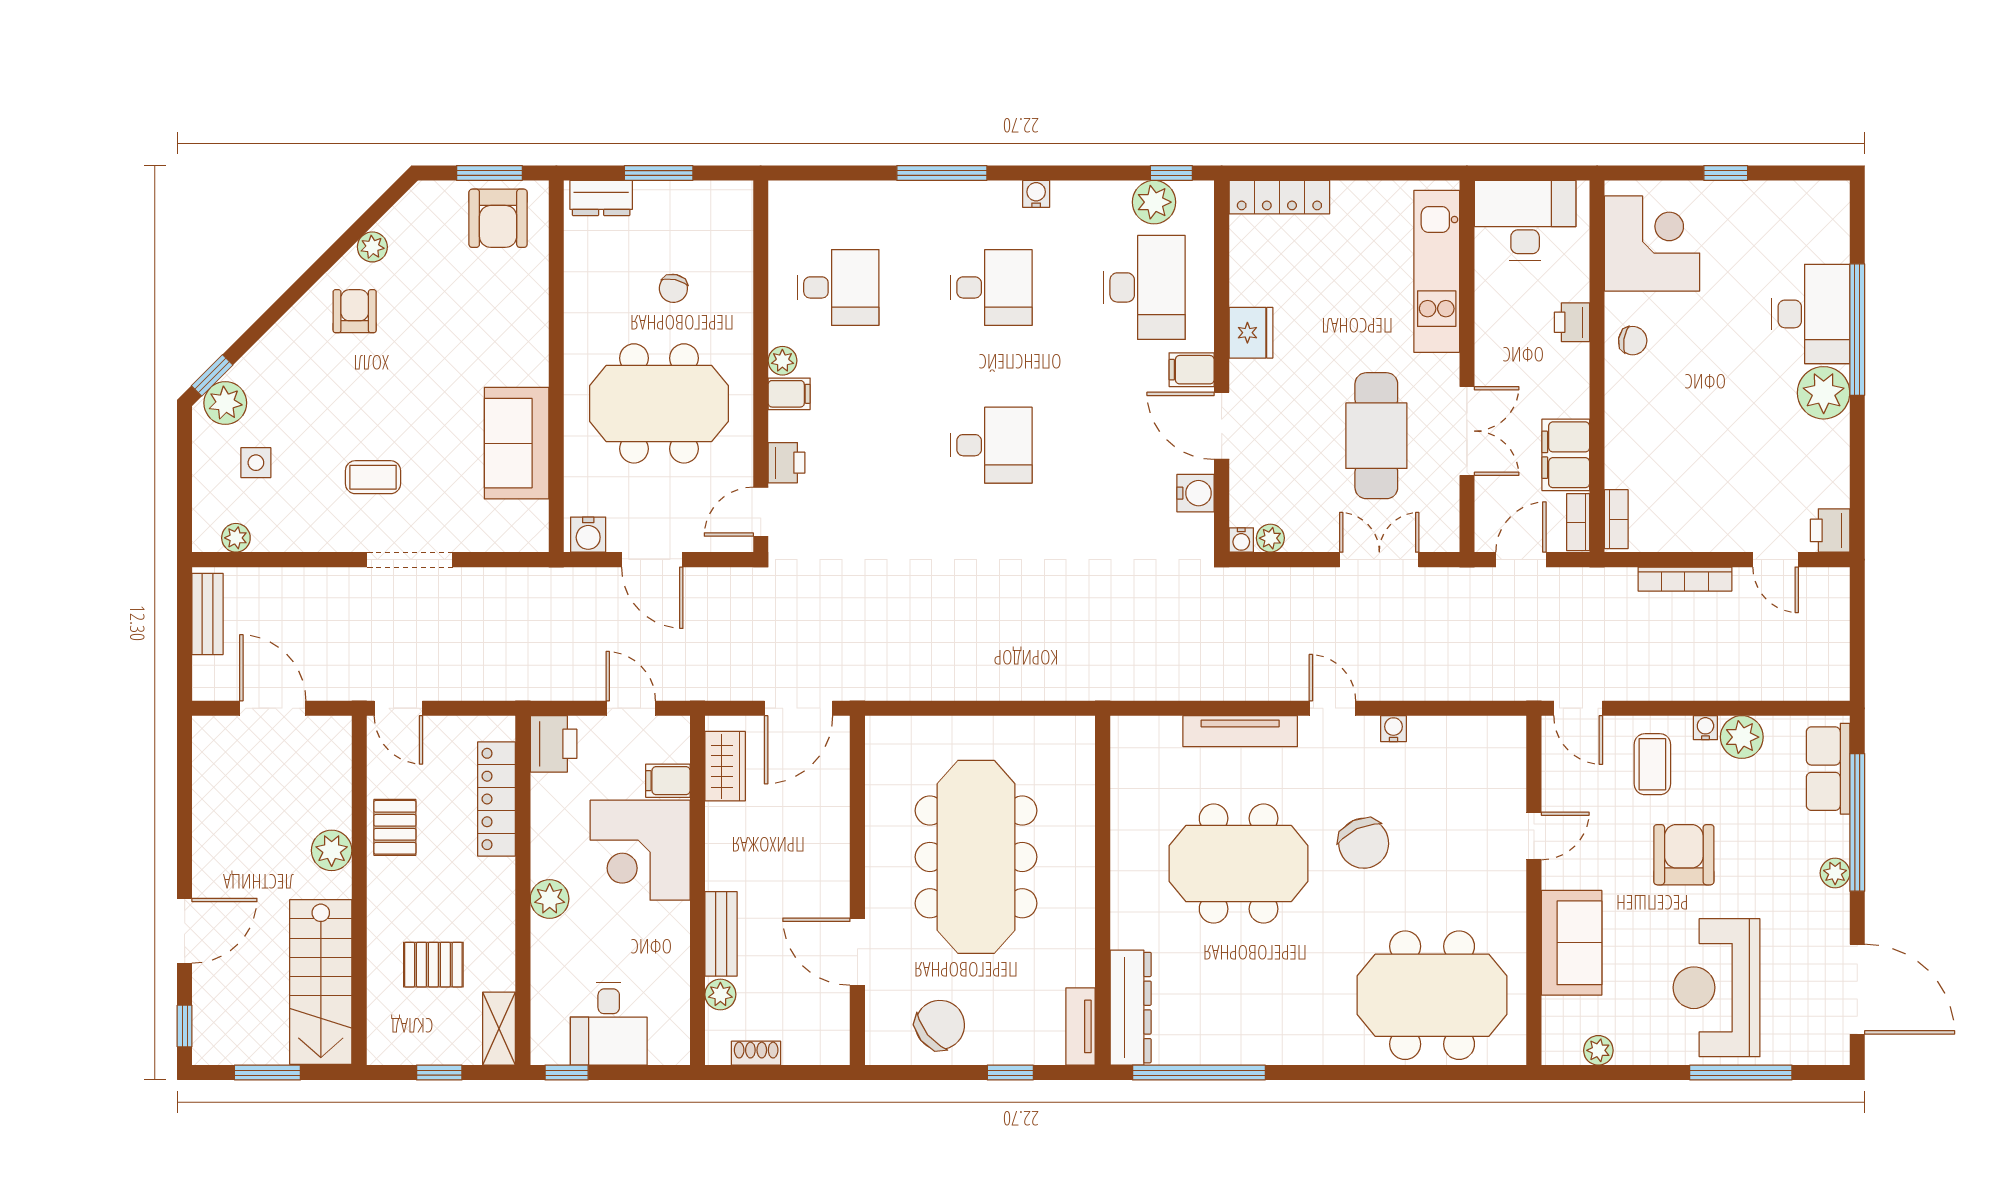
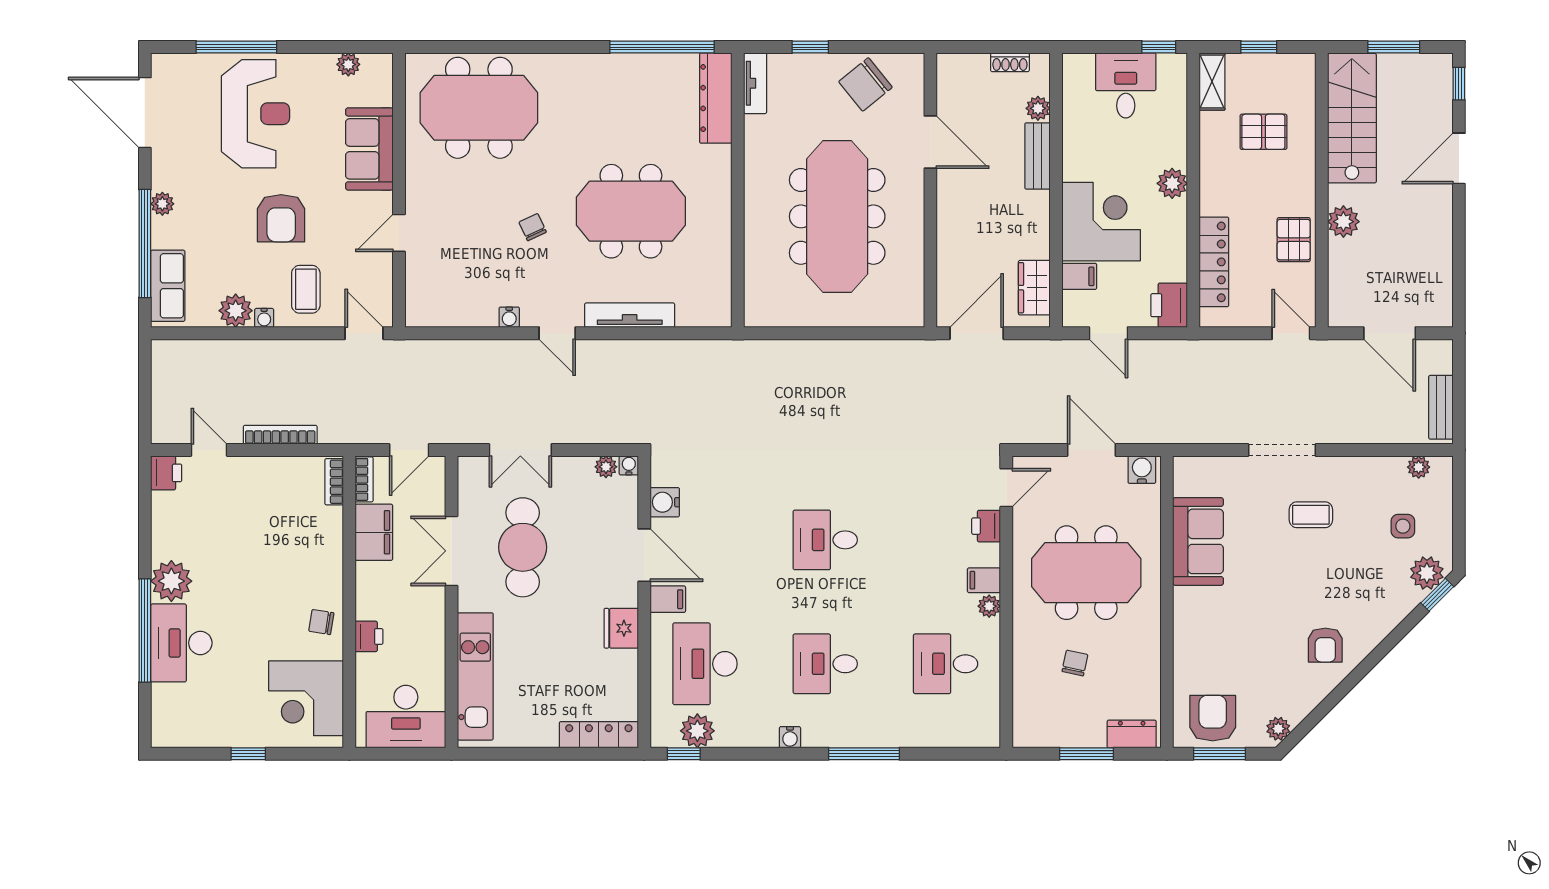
plant: (372, 247) -> (1278, 729), moved
chair: (1364, 843) -> (533, 227), width x0.54, depth x0.54

